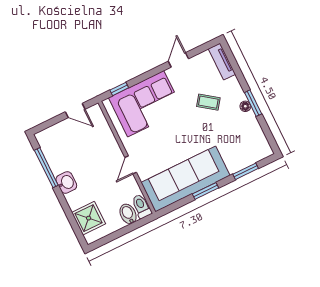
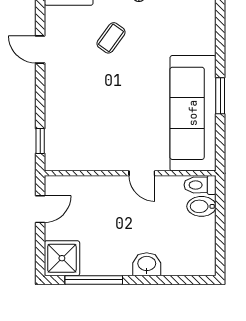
corner sofa: (146, 104) -> (75, 117), removed
window: (246, 171) -> (220, 34), removed
washbasin: (66, 183) -> (147, 264), moved
shower: (89, 218) -> (62, 258), moved

